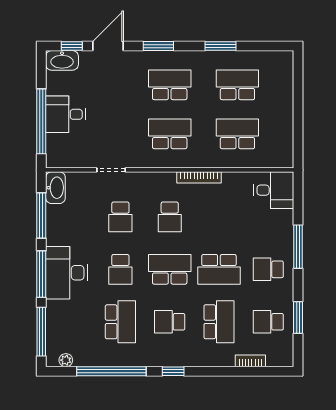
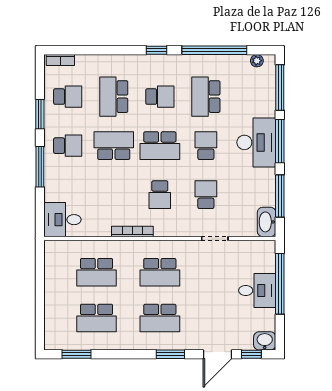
window: (221, 46) -> (77, 354), moved
washbasin: (62, 60) -> (265, 341), width x0.72
school desk: (170, 217) -> (160, 195), turned 180
window: (298, 318) -> (40, 114), moved
bookcase: (250, 361) -> (60, 60), moved

